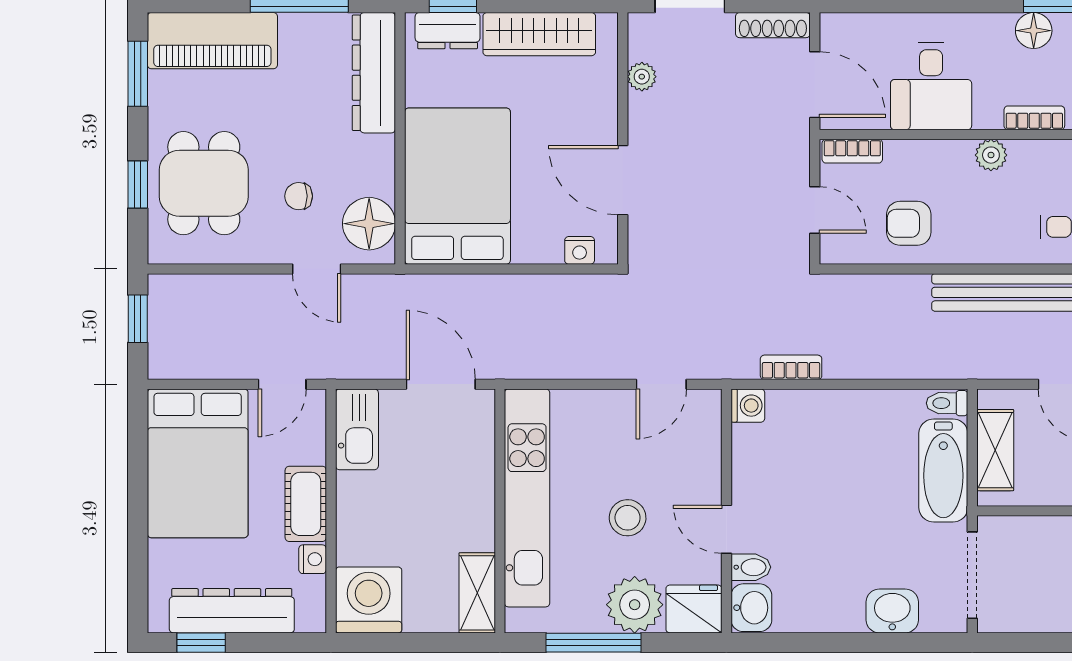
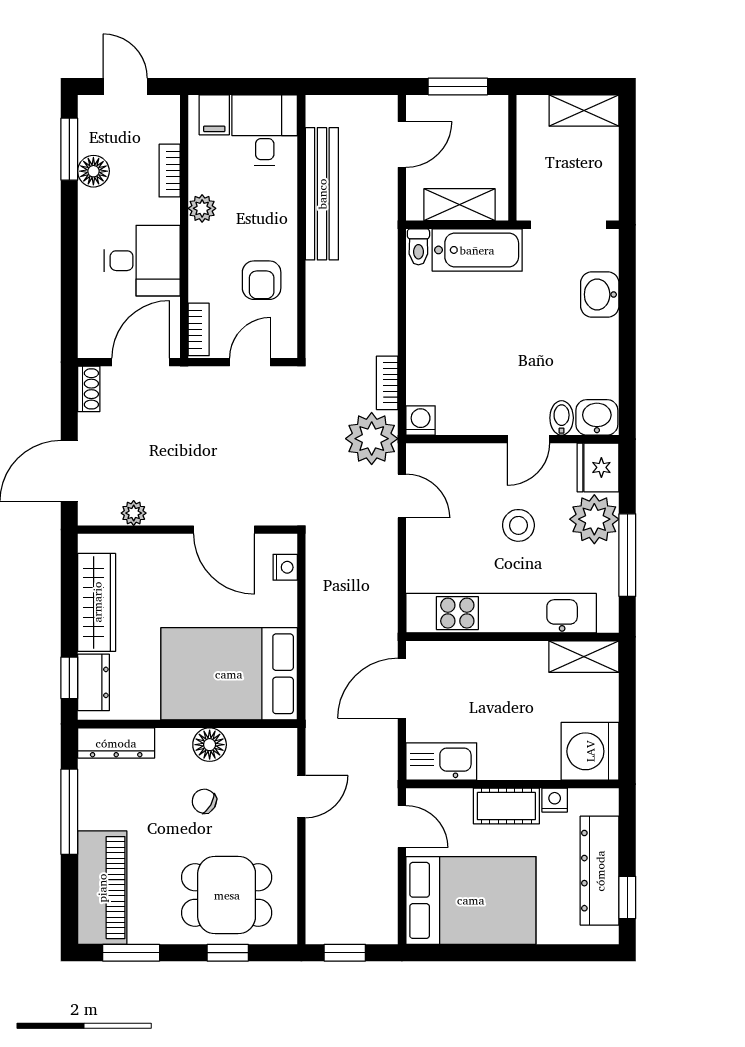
shoe rack: (773, 25) -> (89, 389), width x0.70
dresser: (374, 73) -> (116, 743), width x0.73, depth x0.80
door: (623, 180) -> (224, 530), hinge flipped
chair: (299, 196) -> (204, 801), moved, turned 120
floor lamp: (369, 224) -> (210, 745), moved, width x0.73, depth x0.73
plant: (727, 349) -> (372, 439), added

